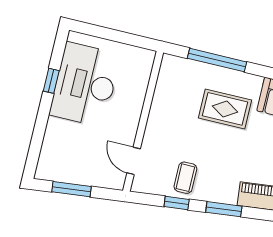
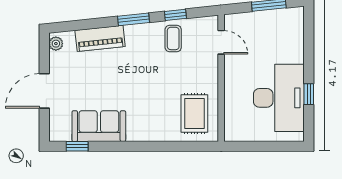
window: (217, 60) -> (170, 146), removed
rug: (225, 109) -> (194, 114), moved, turned 90

